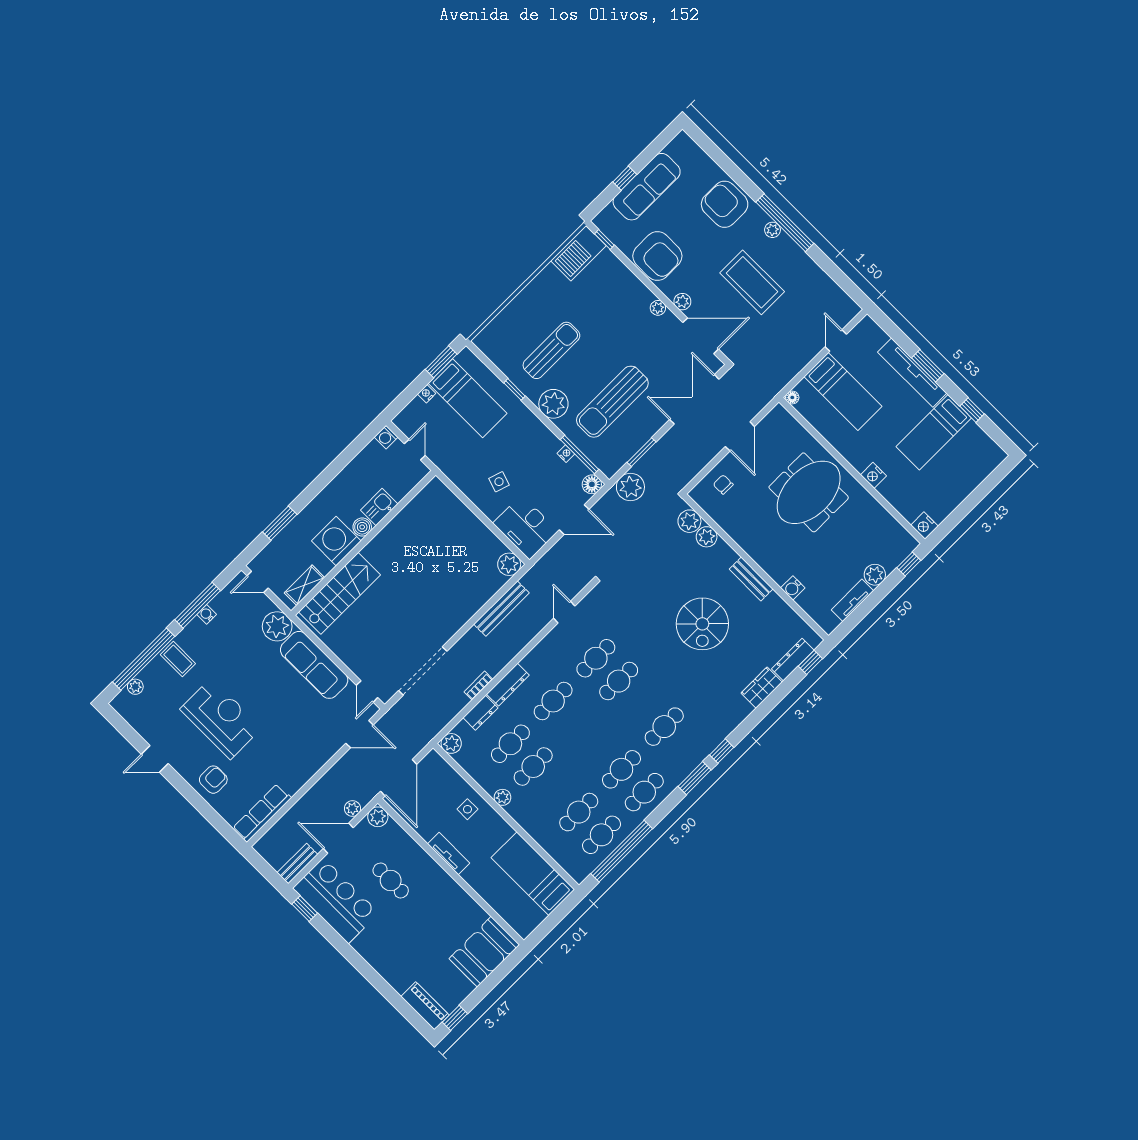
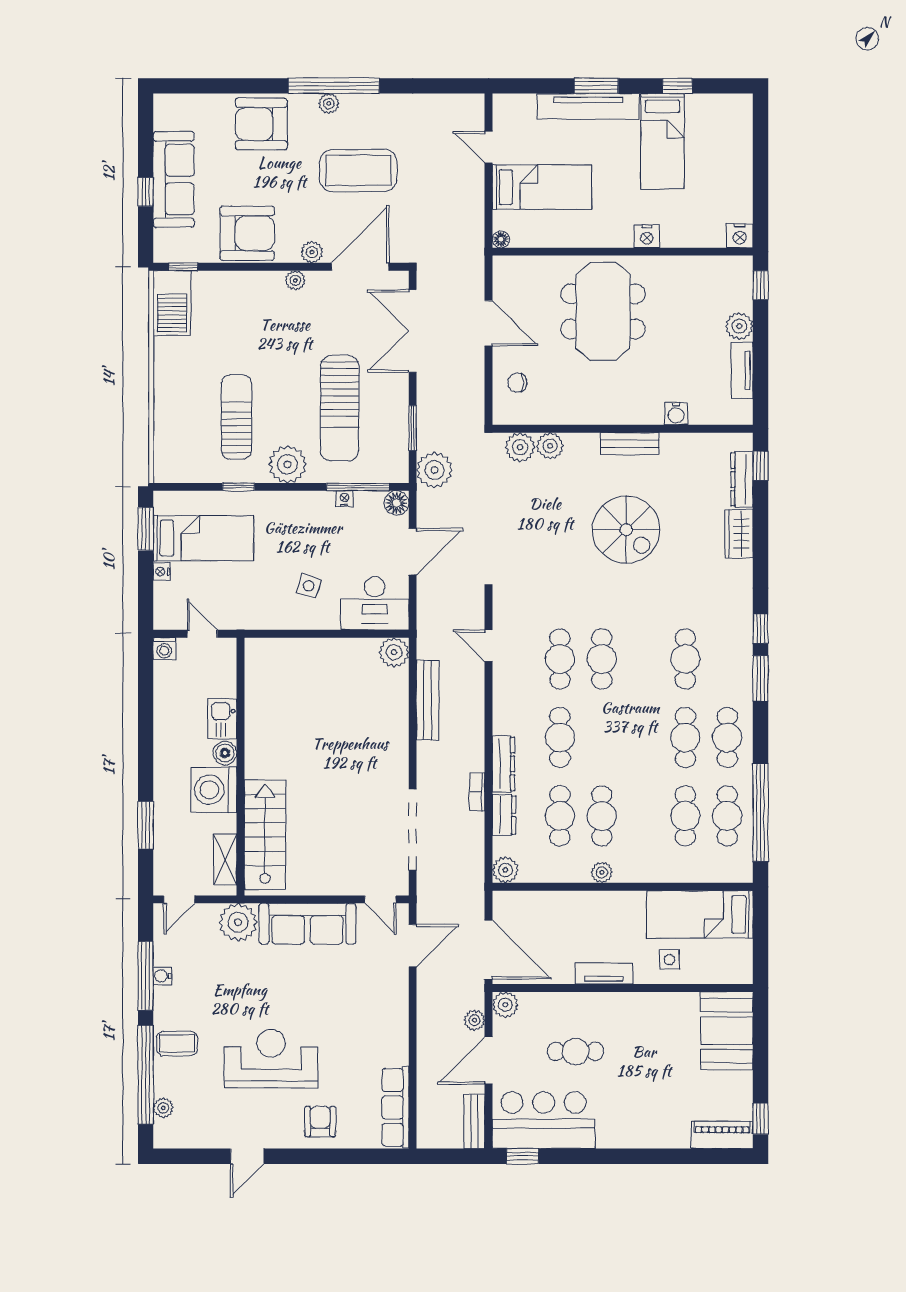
side table: (467, 809) -> (669, 959), moved

